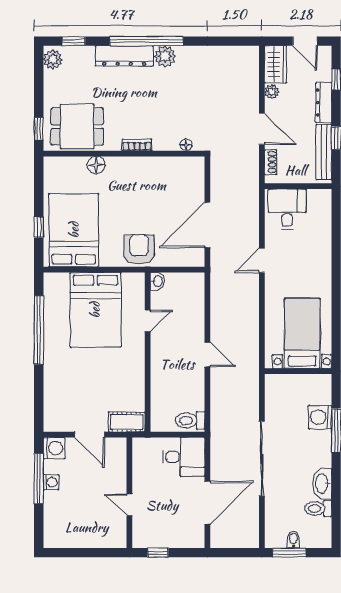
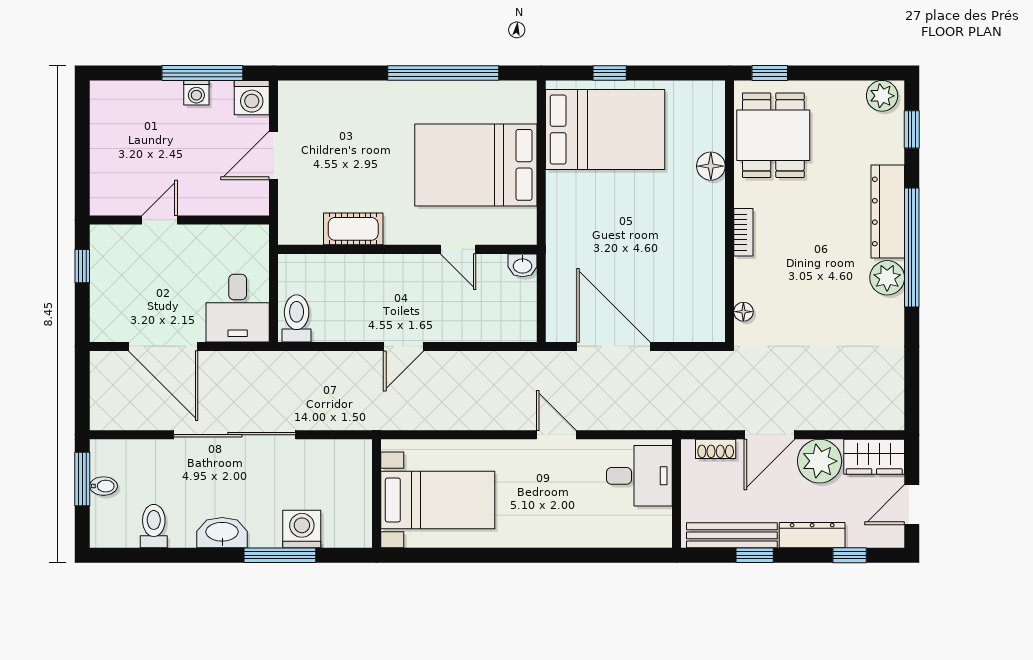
plant: (272, 92) -> (820, 461), width x1.88, depth x1.88
armchair: (139, 250) -> (574, 236), removed
cot: (127, 422) -> (353, 229), moved, turned 90
washbasin: (322, 483) -> (222, 533), moved

